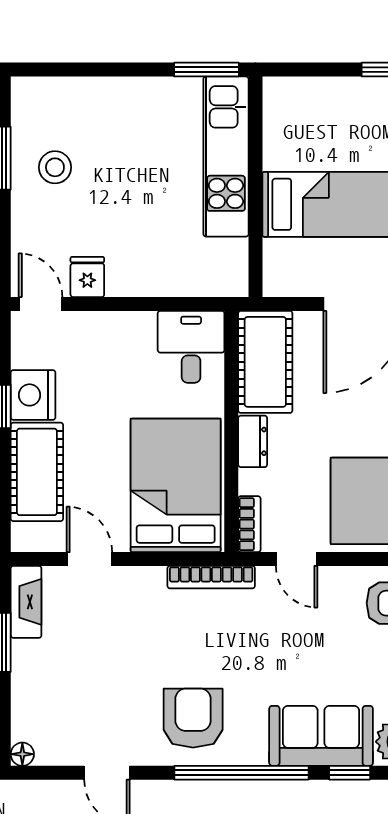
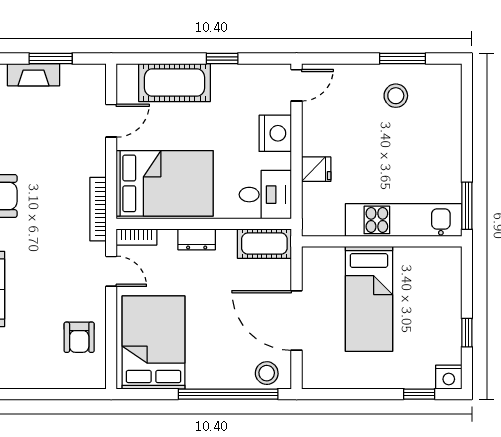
fridge: (87, 277) -> (316, 169), moved
cot: (265, 362) -> (264, 244), width x0.73, depth x0.75
nightstand: (33, 395) -> (275, 133), moved, turned 90
door: (297, 559) -> (111, 271), swing flipped
fireplace: (26, 602) -> (34, 75), moved

